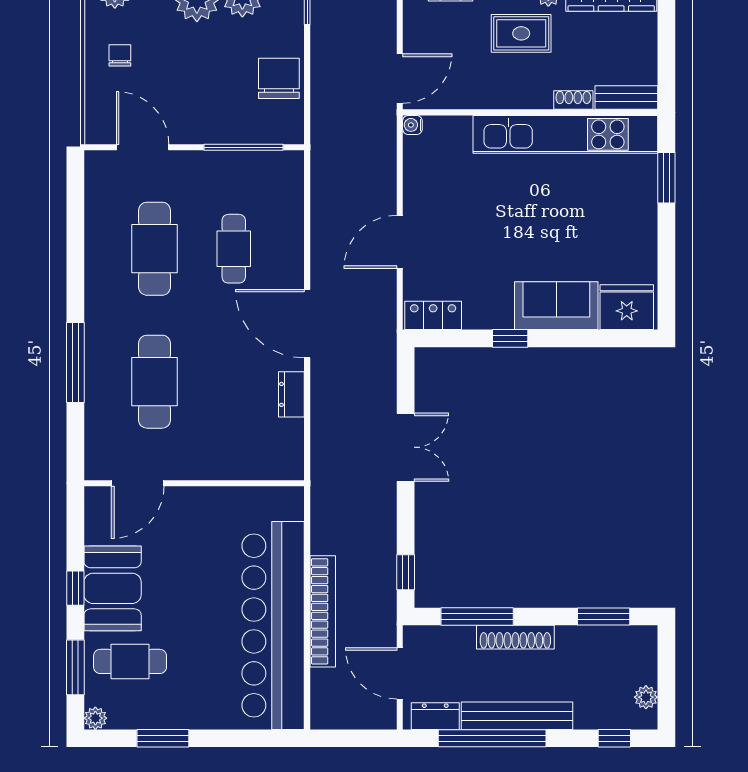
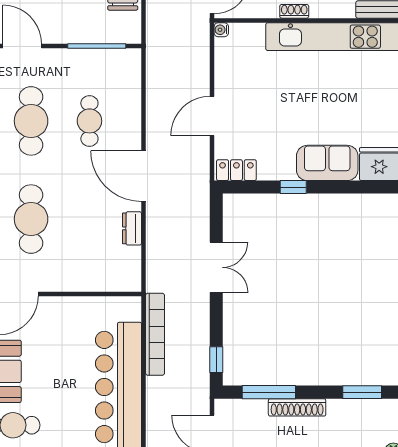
shoe rack: (573, 100) -> (294, 11), moved
bookcase: (323, 611) -> (155, 334), moved

